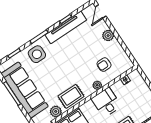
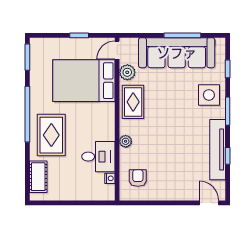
plant: (108, 36) -> (175, 193), removed
armchair: (104, 65) -> (138, 178), moved
desk: (106, 102) -> (98, 157), moved

